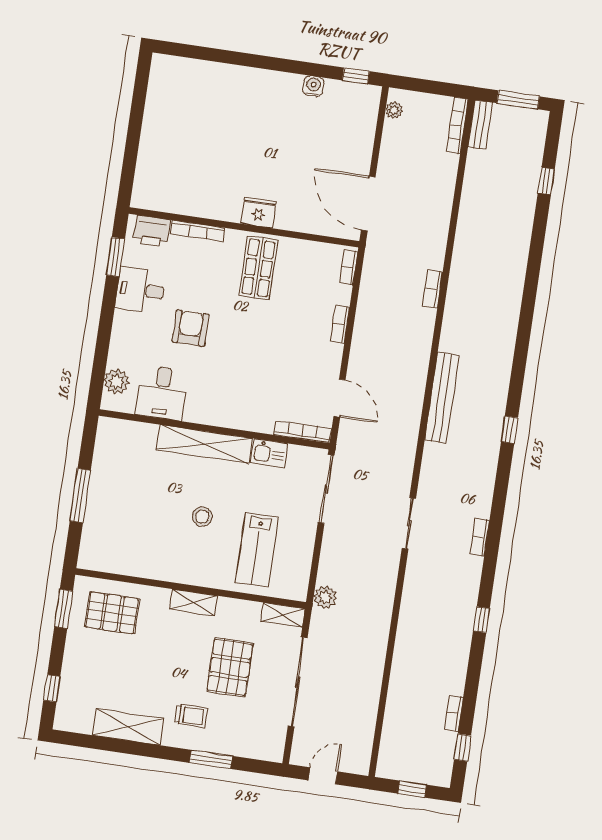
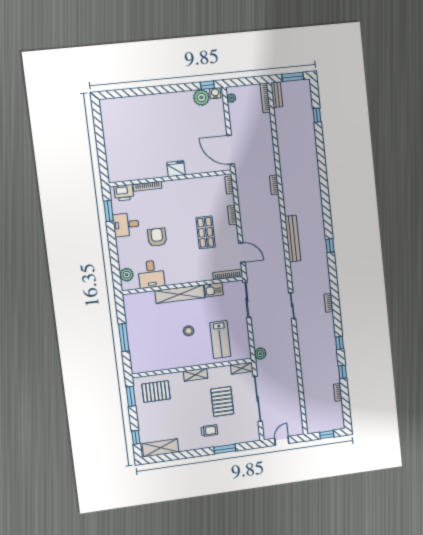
water cooler: (313, 86) -> (215, 93), moved
plant: (339, 95) -> (201, 97), added
shop shelf: (258, 268) -> (206, 232), moved
shelving: (128, 727) -> (160, 448), moved
window: (463, 747) -> (342, 372), moved

